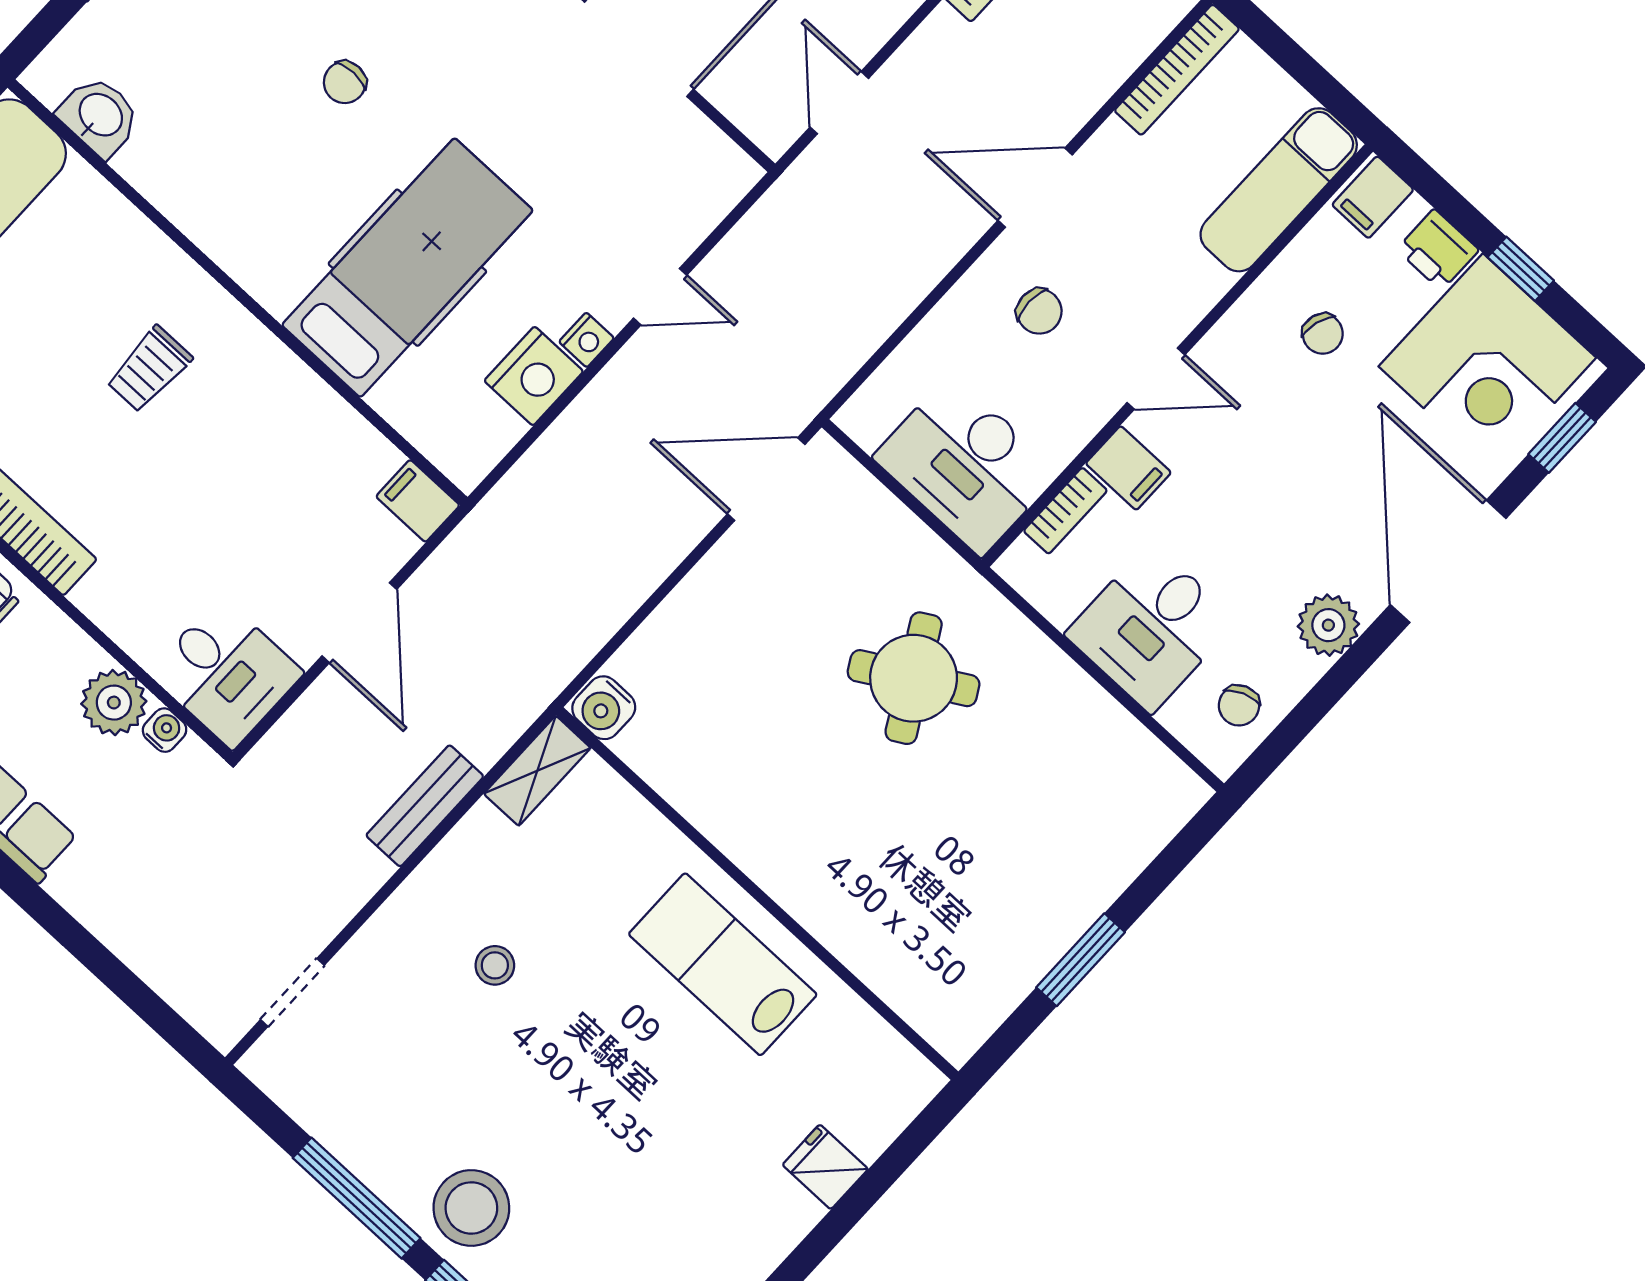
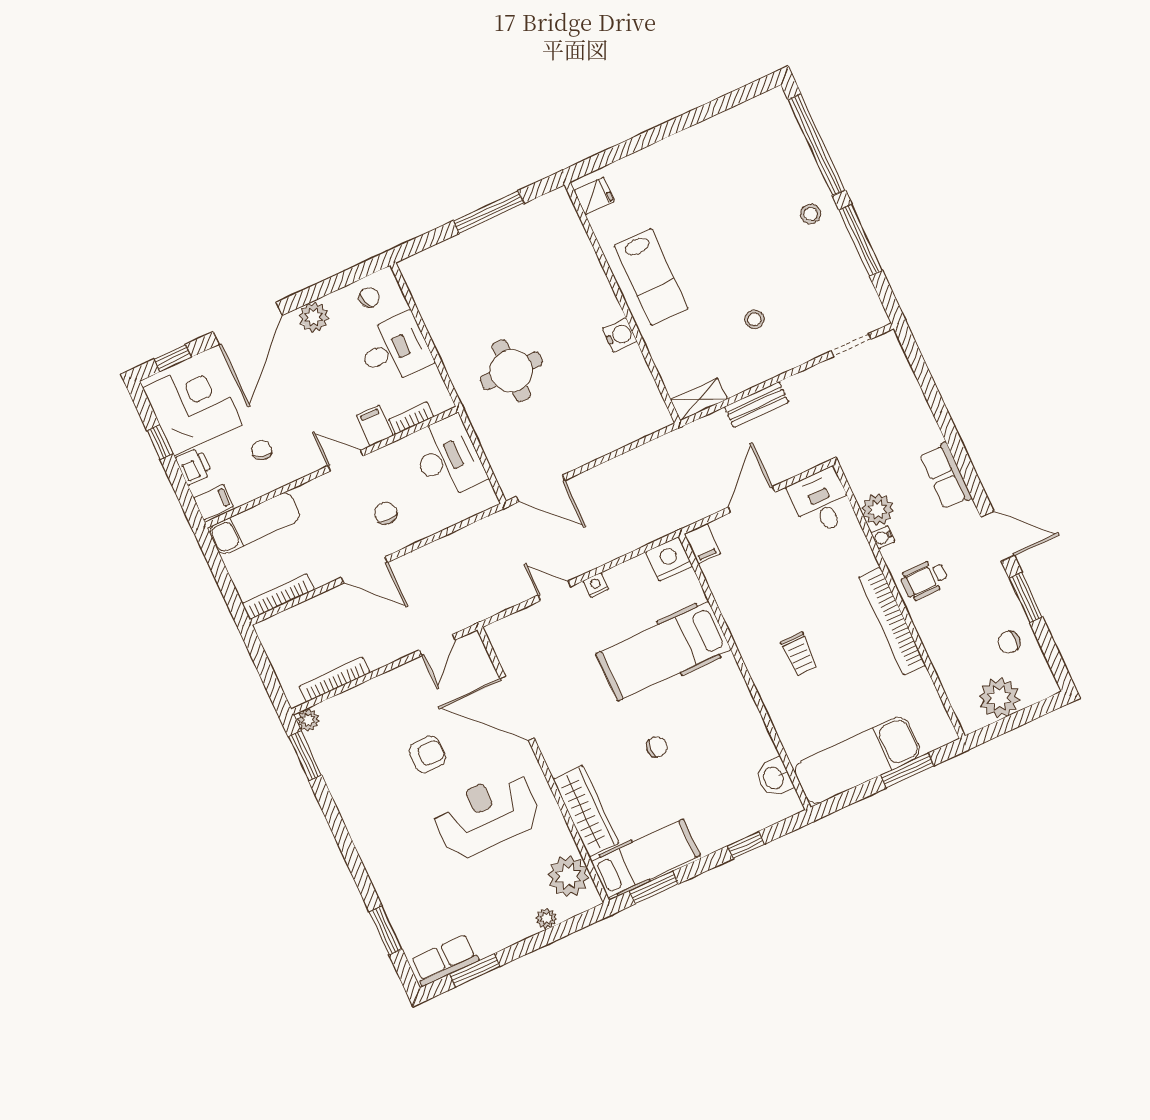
trolley: (149, 369) -> (799, 654), turned 90
nightstand: (534, 376) -> (669, 559), moved
round table: (914, 678) -> (511, 371), turned 30
water cooler: (604, 708) -> (620, 335), moved
water cooler: (165, 730) -> (883, 537), moved
window: (1081, 960) -> (488, 212), width x1.44
fridge: (825, 1167) -> (594, 196), moved, turned -90
stool: (471, 1208) -> (811, 214), width x0.53, depth x0.53

